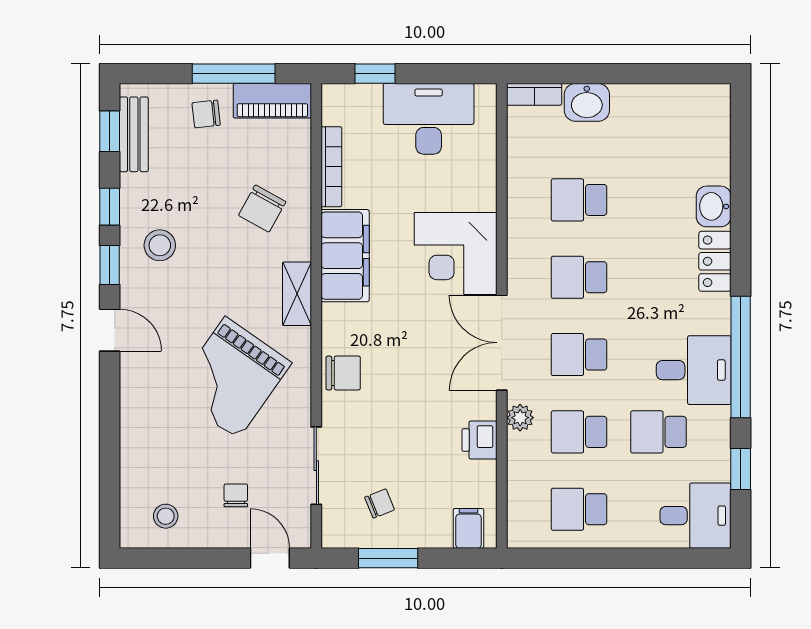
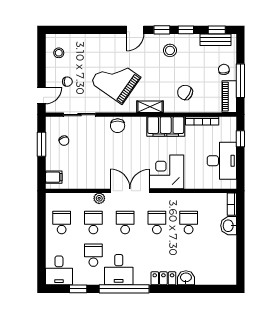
printer: (479, 440) -> (90, 182), removed

